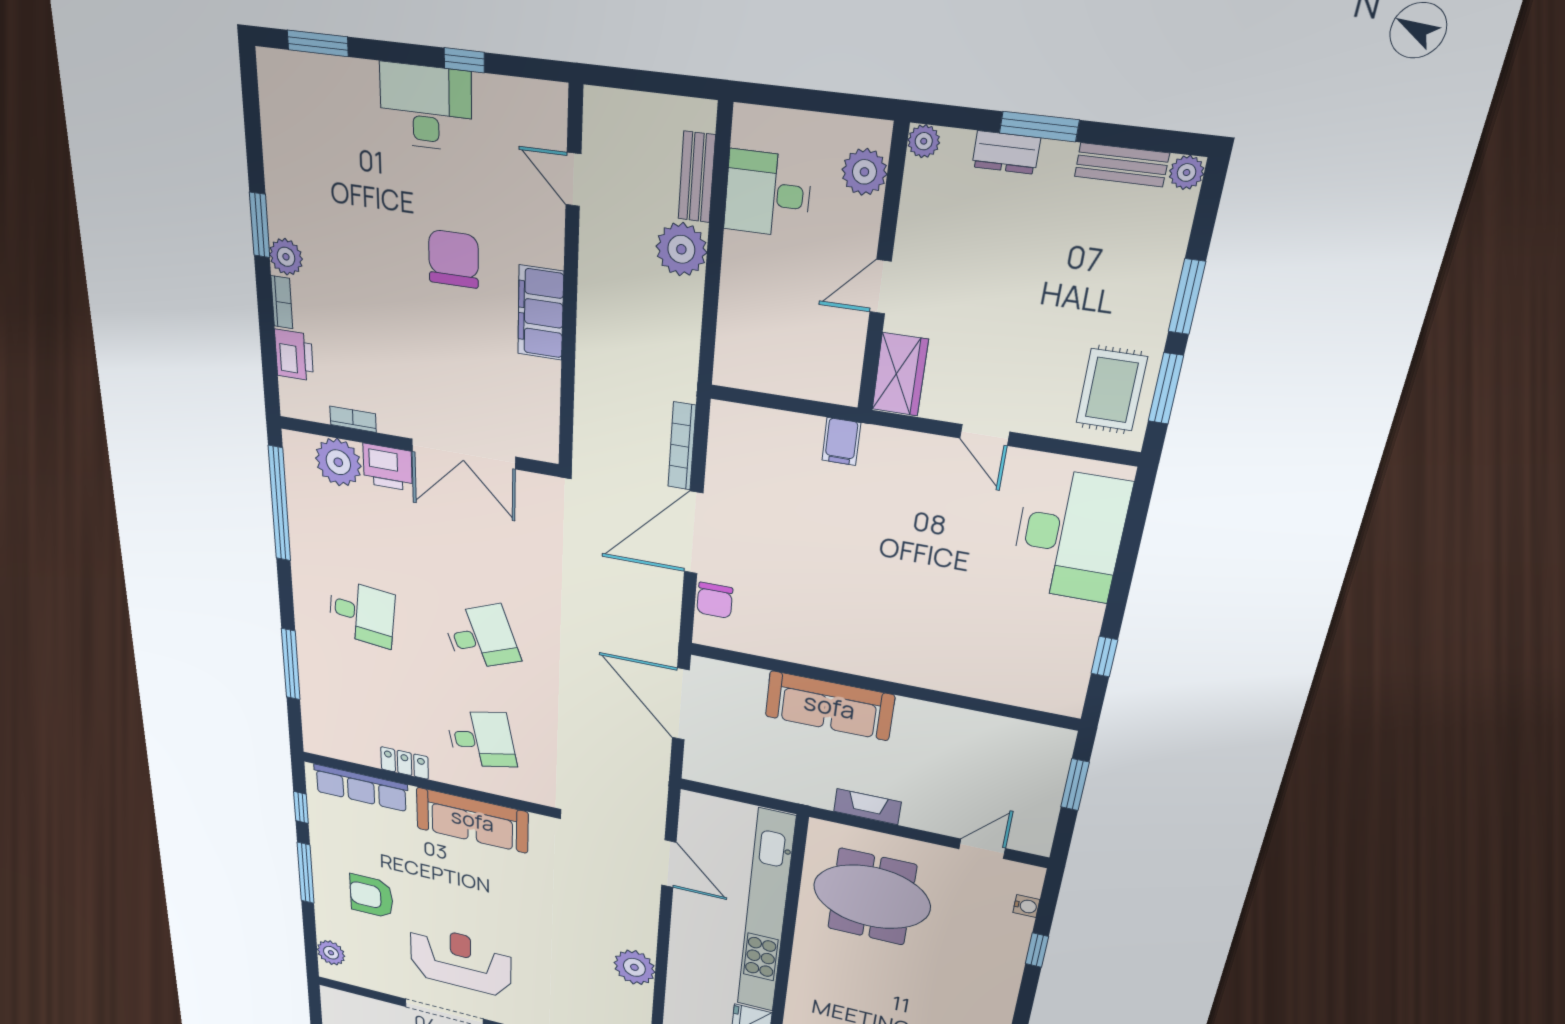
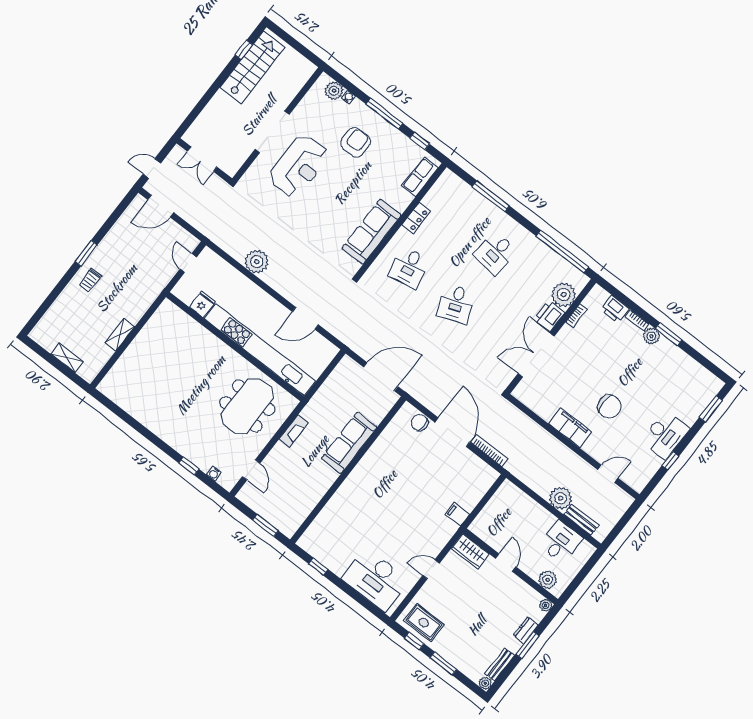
window: (1166, 388) -> (414, 641), width x0.67
row of seats: (361, 788) -> (420, 177), width x0.68
water cooler: (324, 930) -> (348, 97), added

